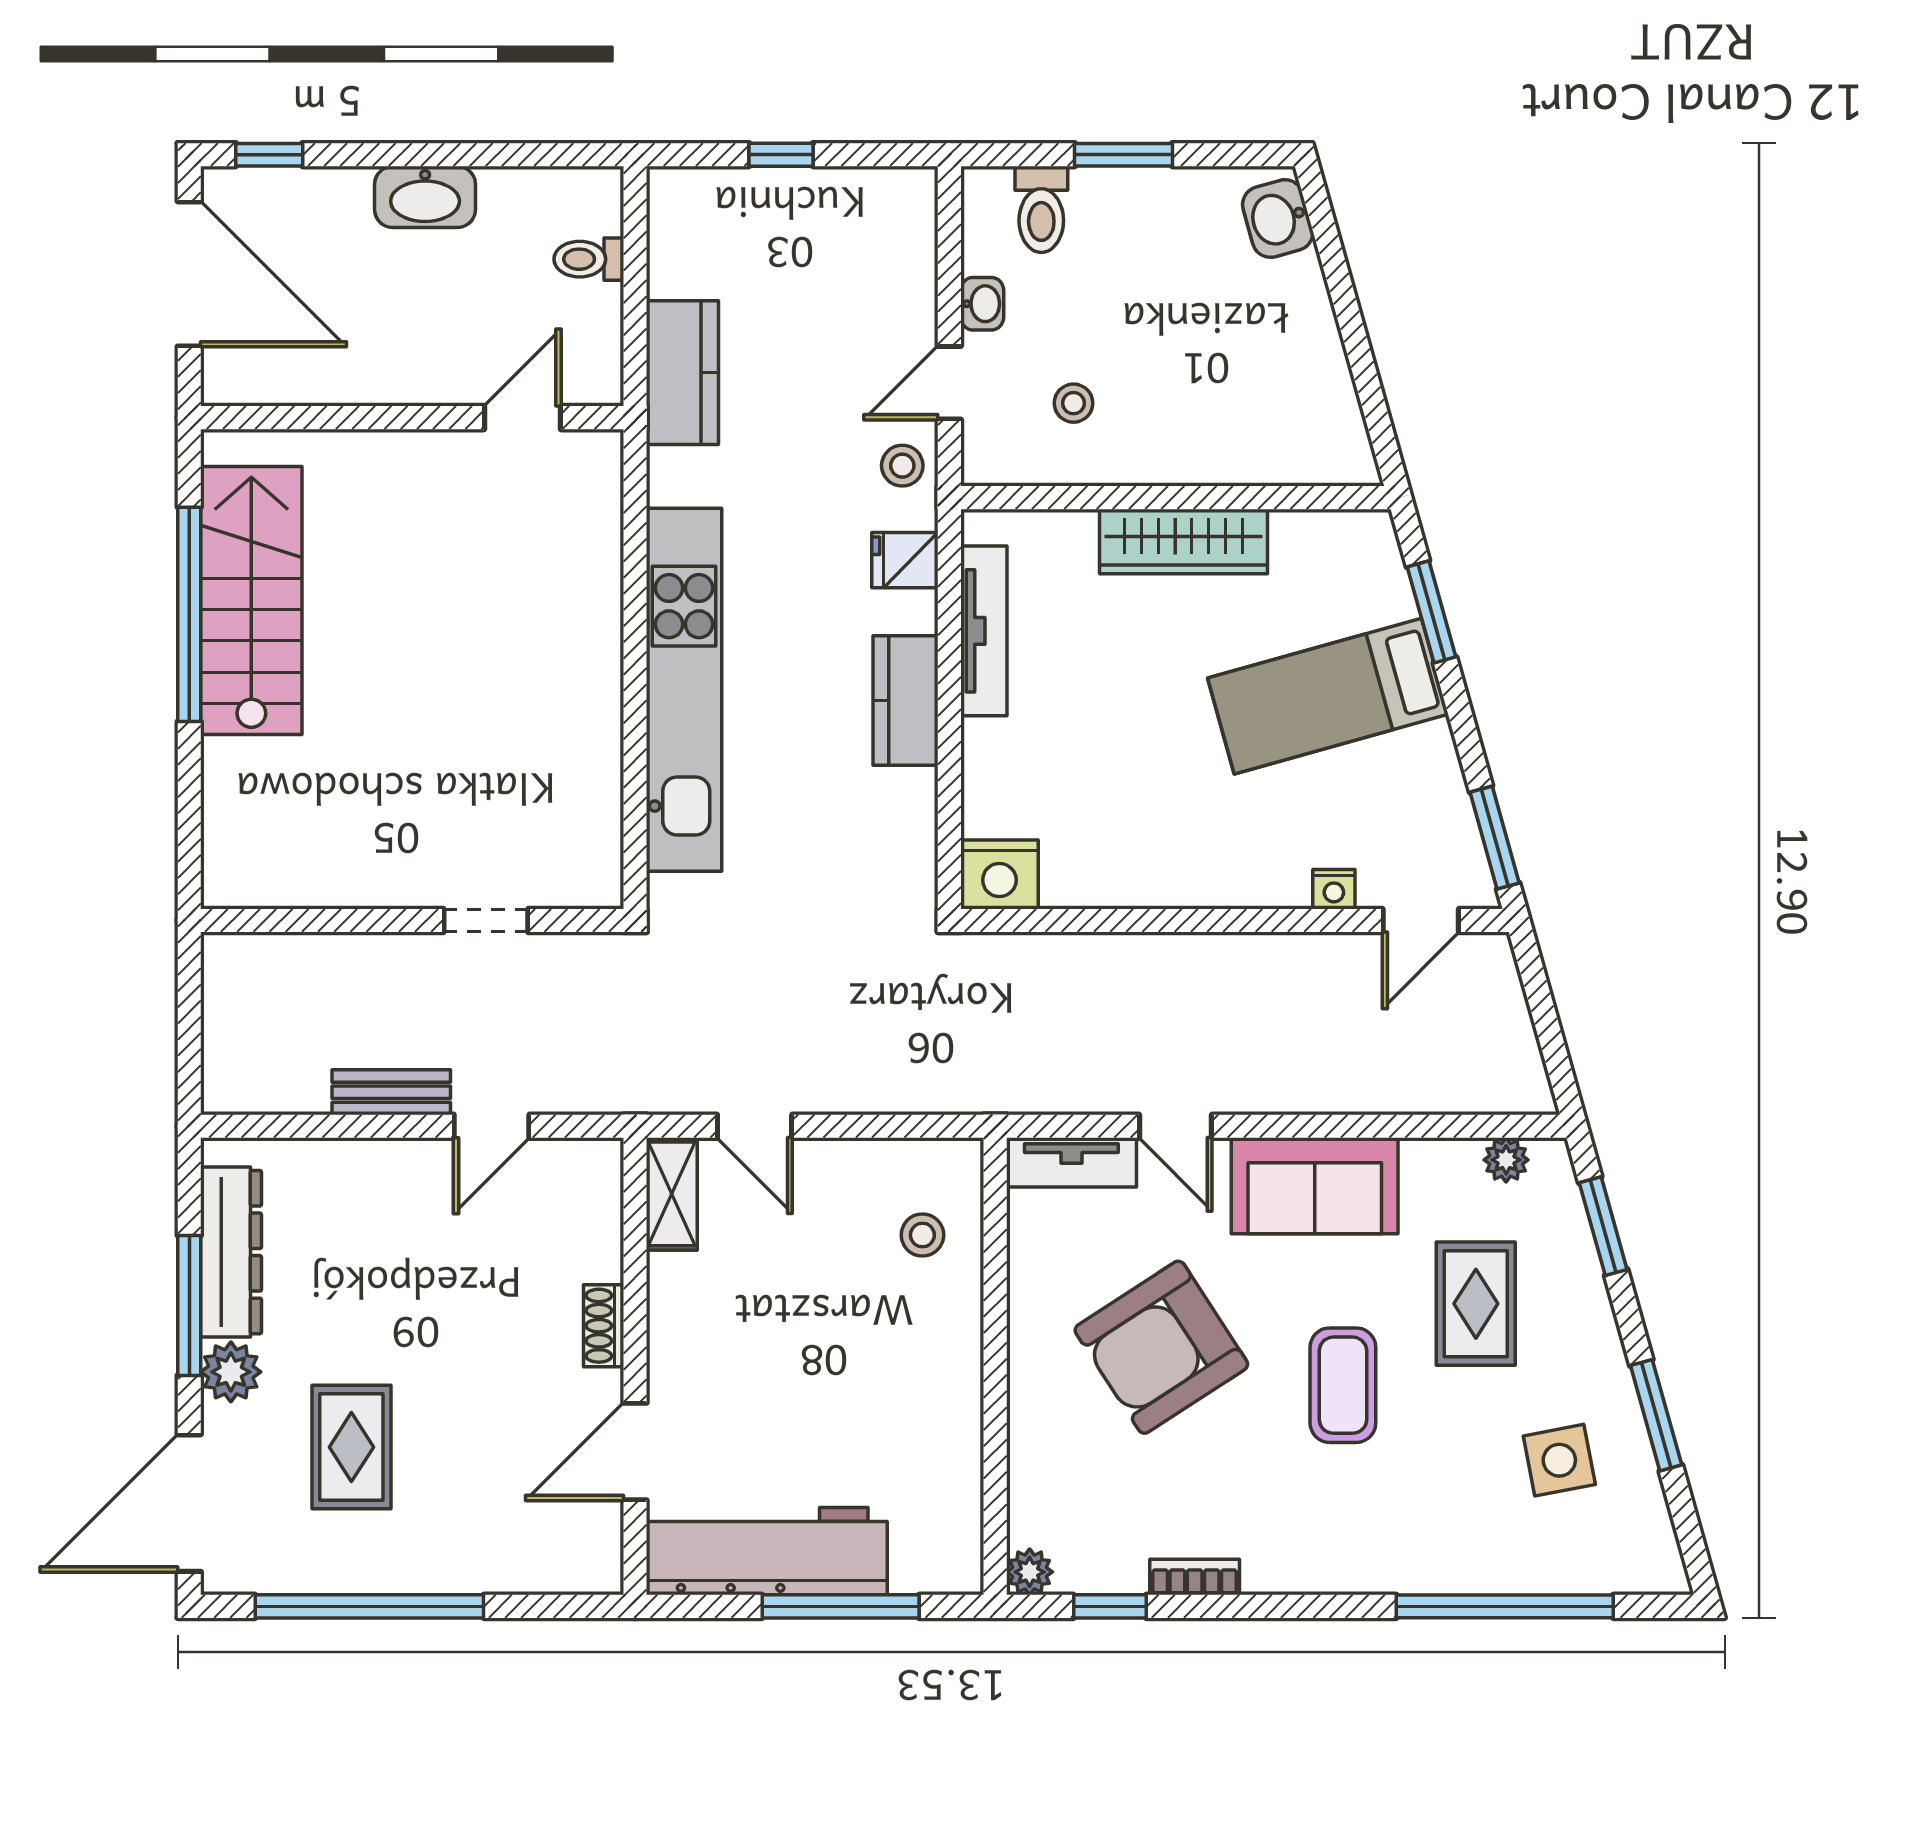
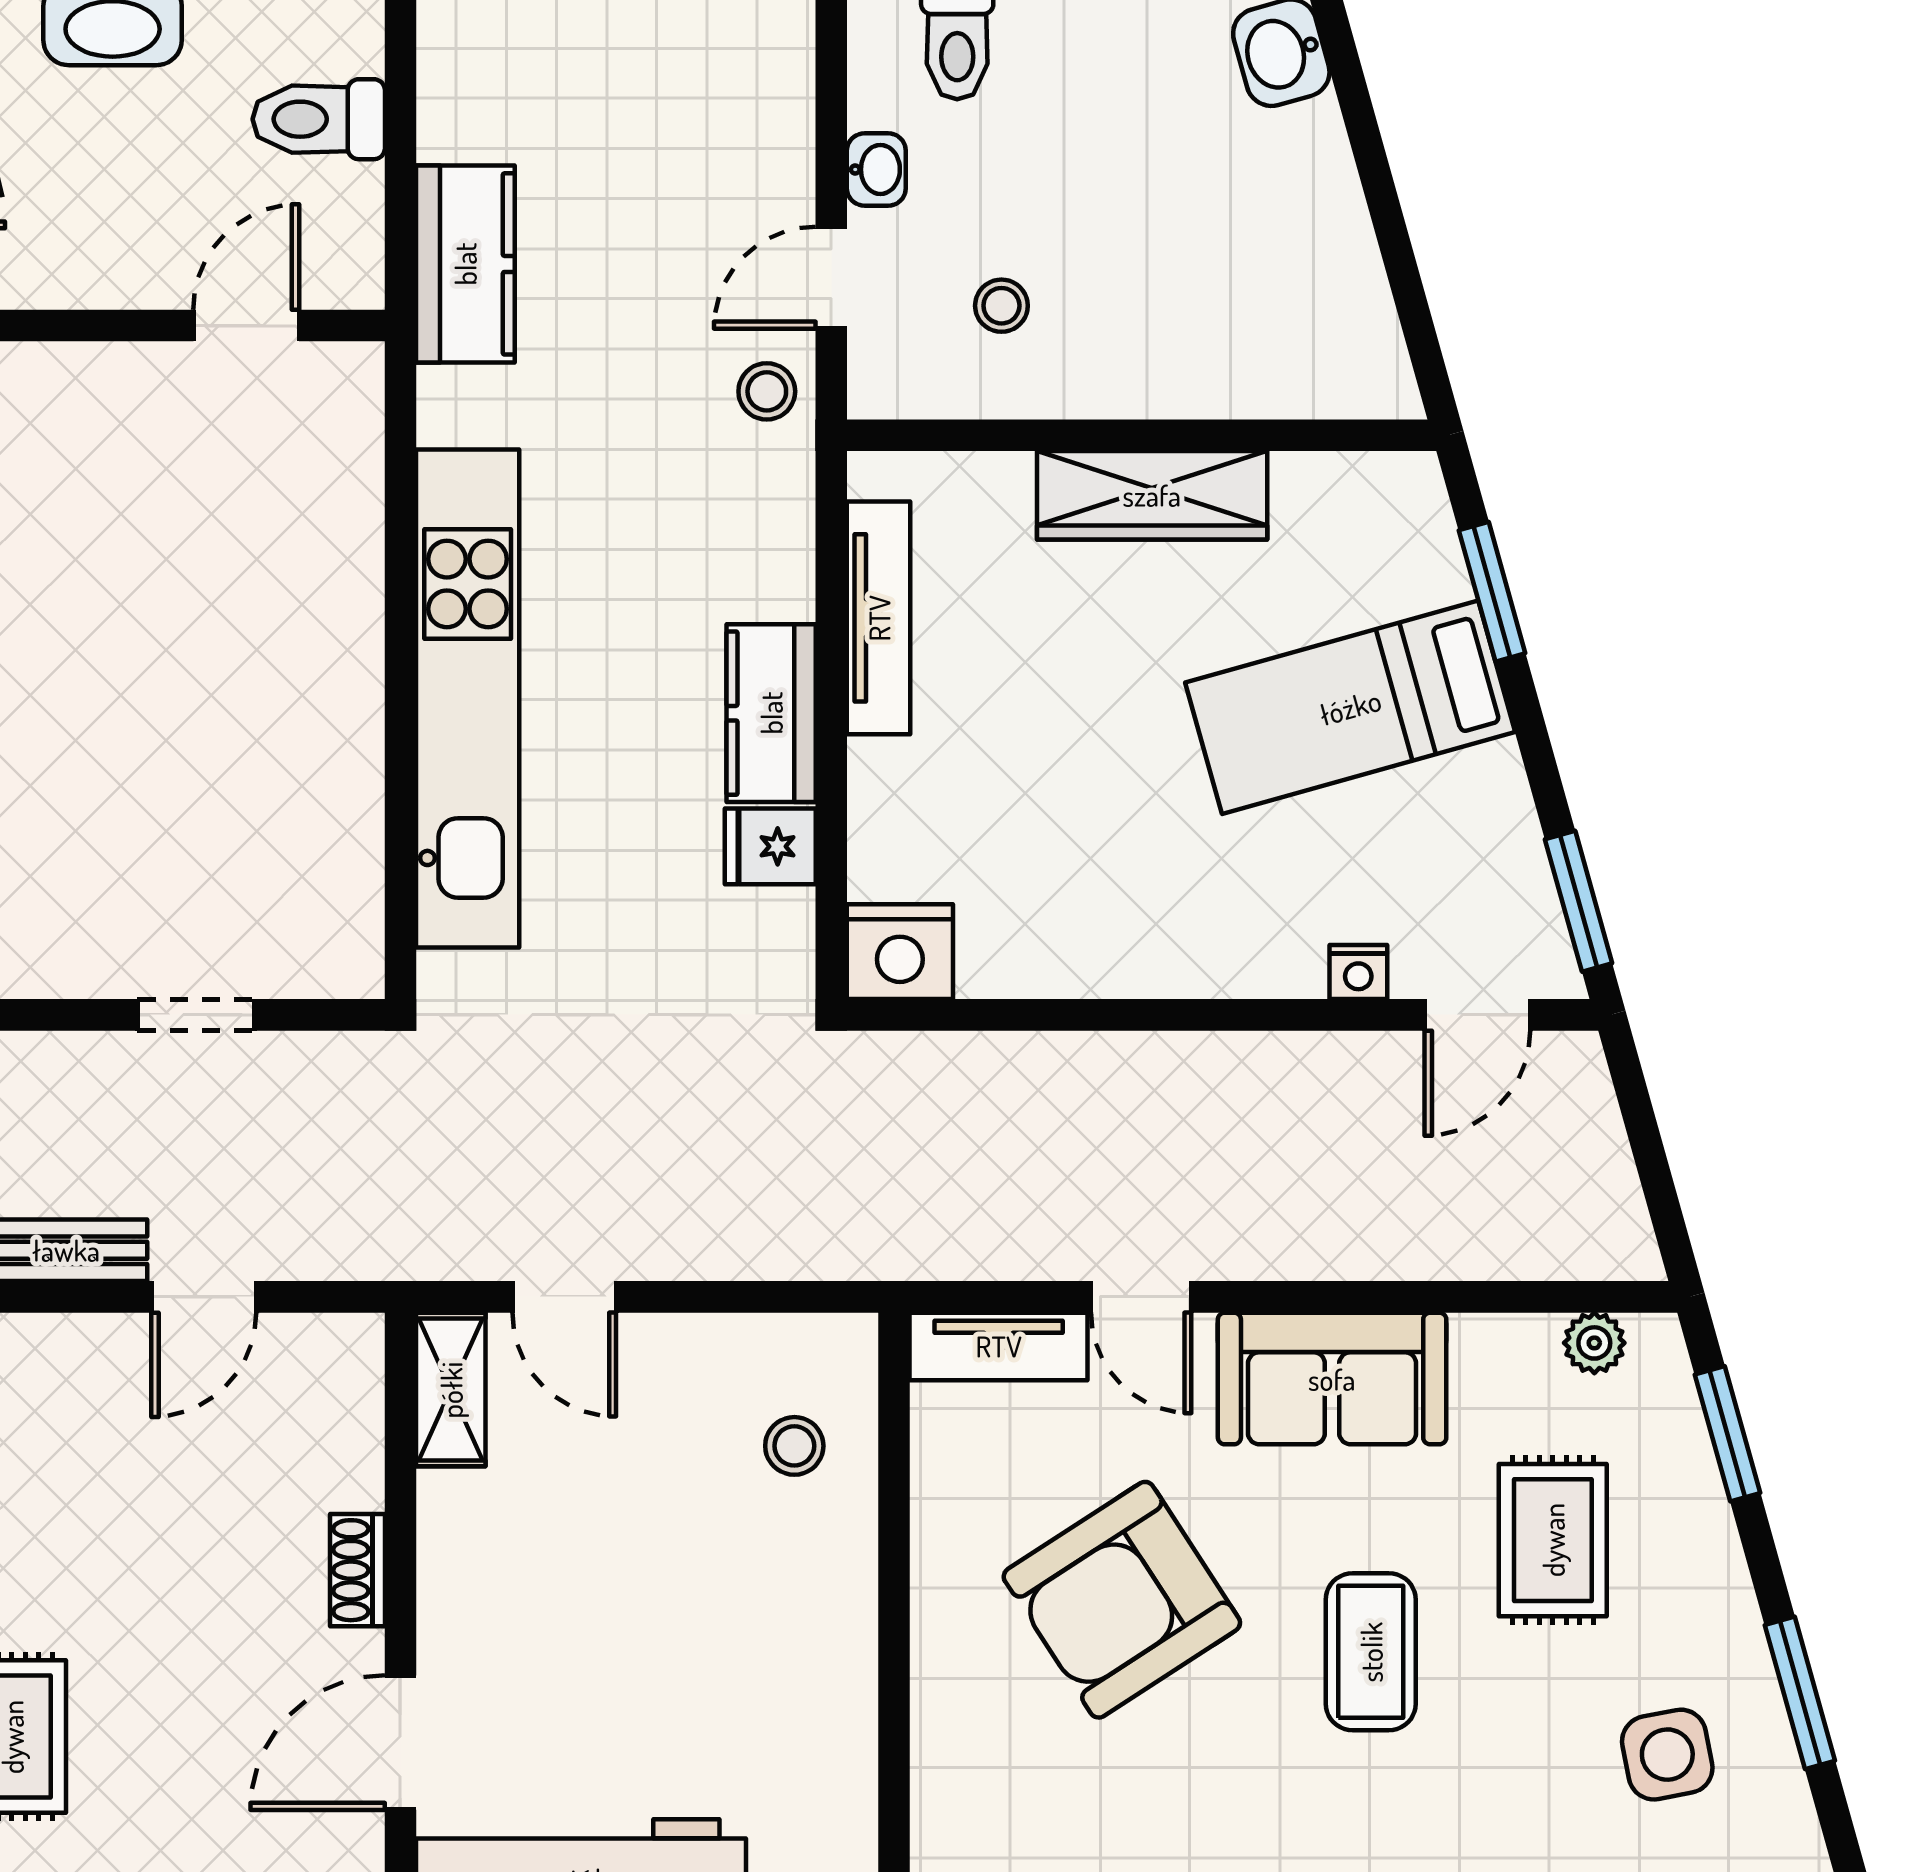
toilet: (589, 259) -> (319, 119), width x1.37, depth x1.39
fridge: (905, 560) -> (770, 846), moved

